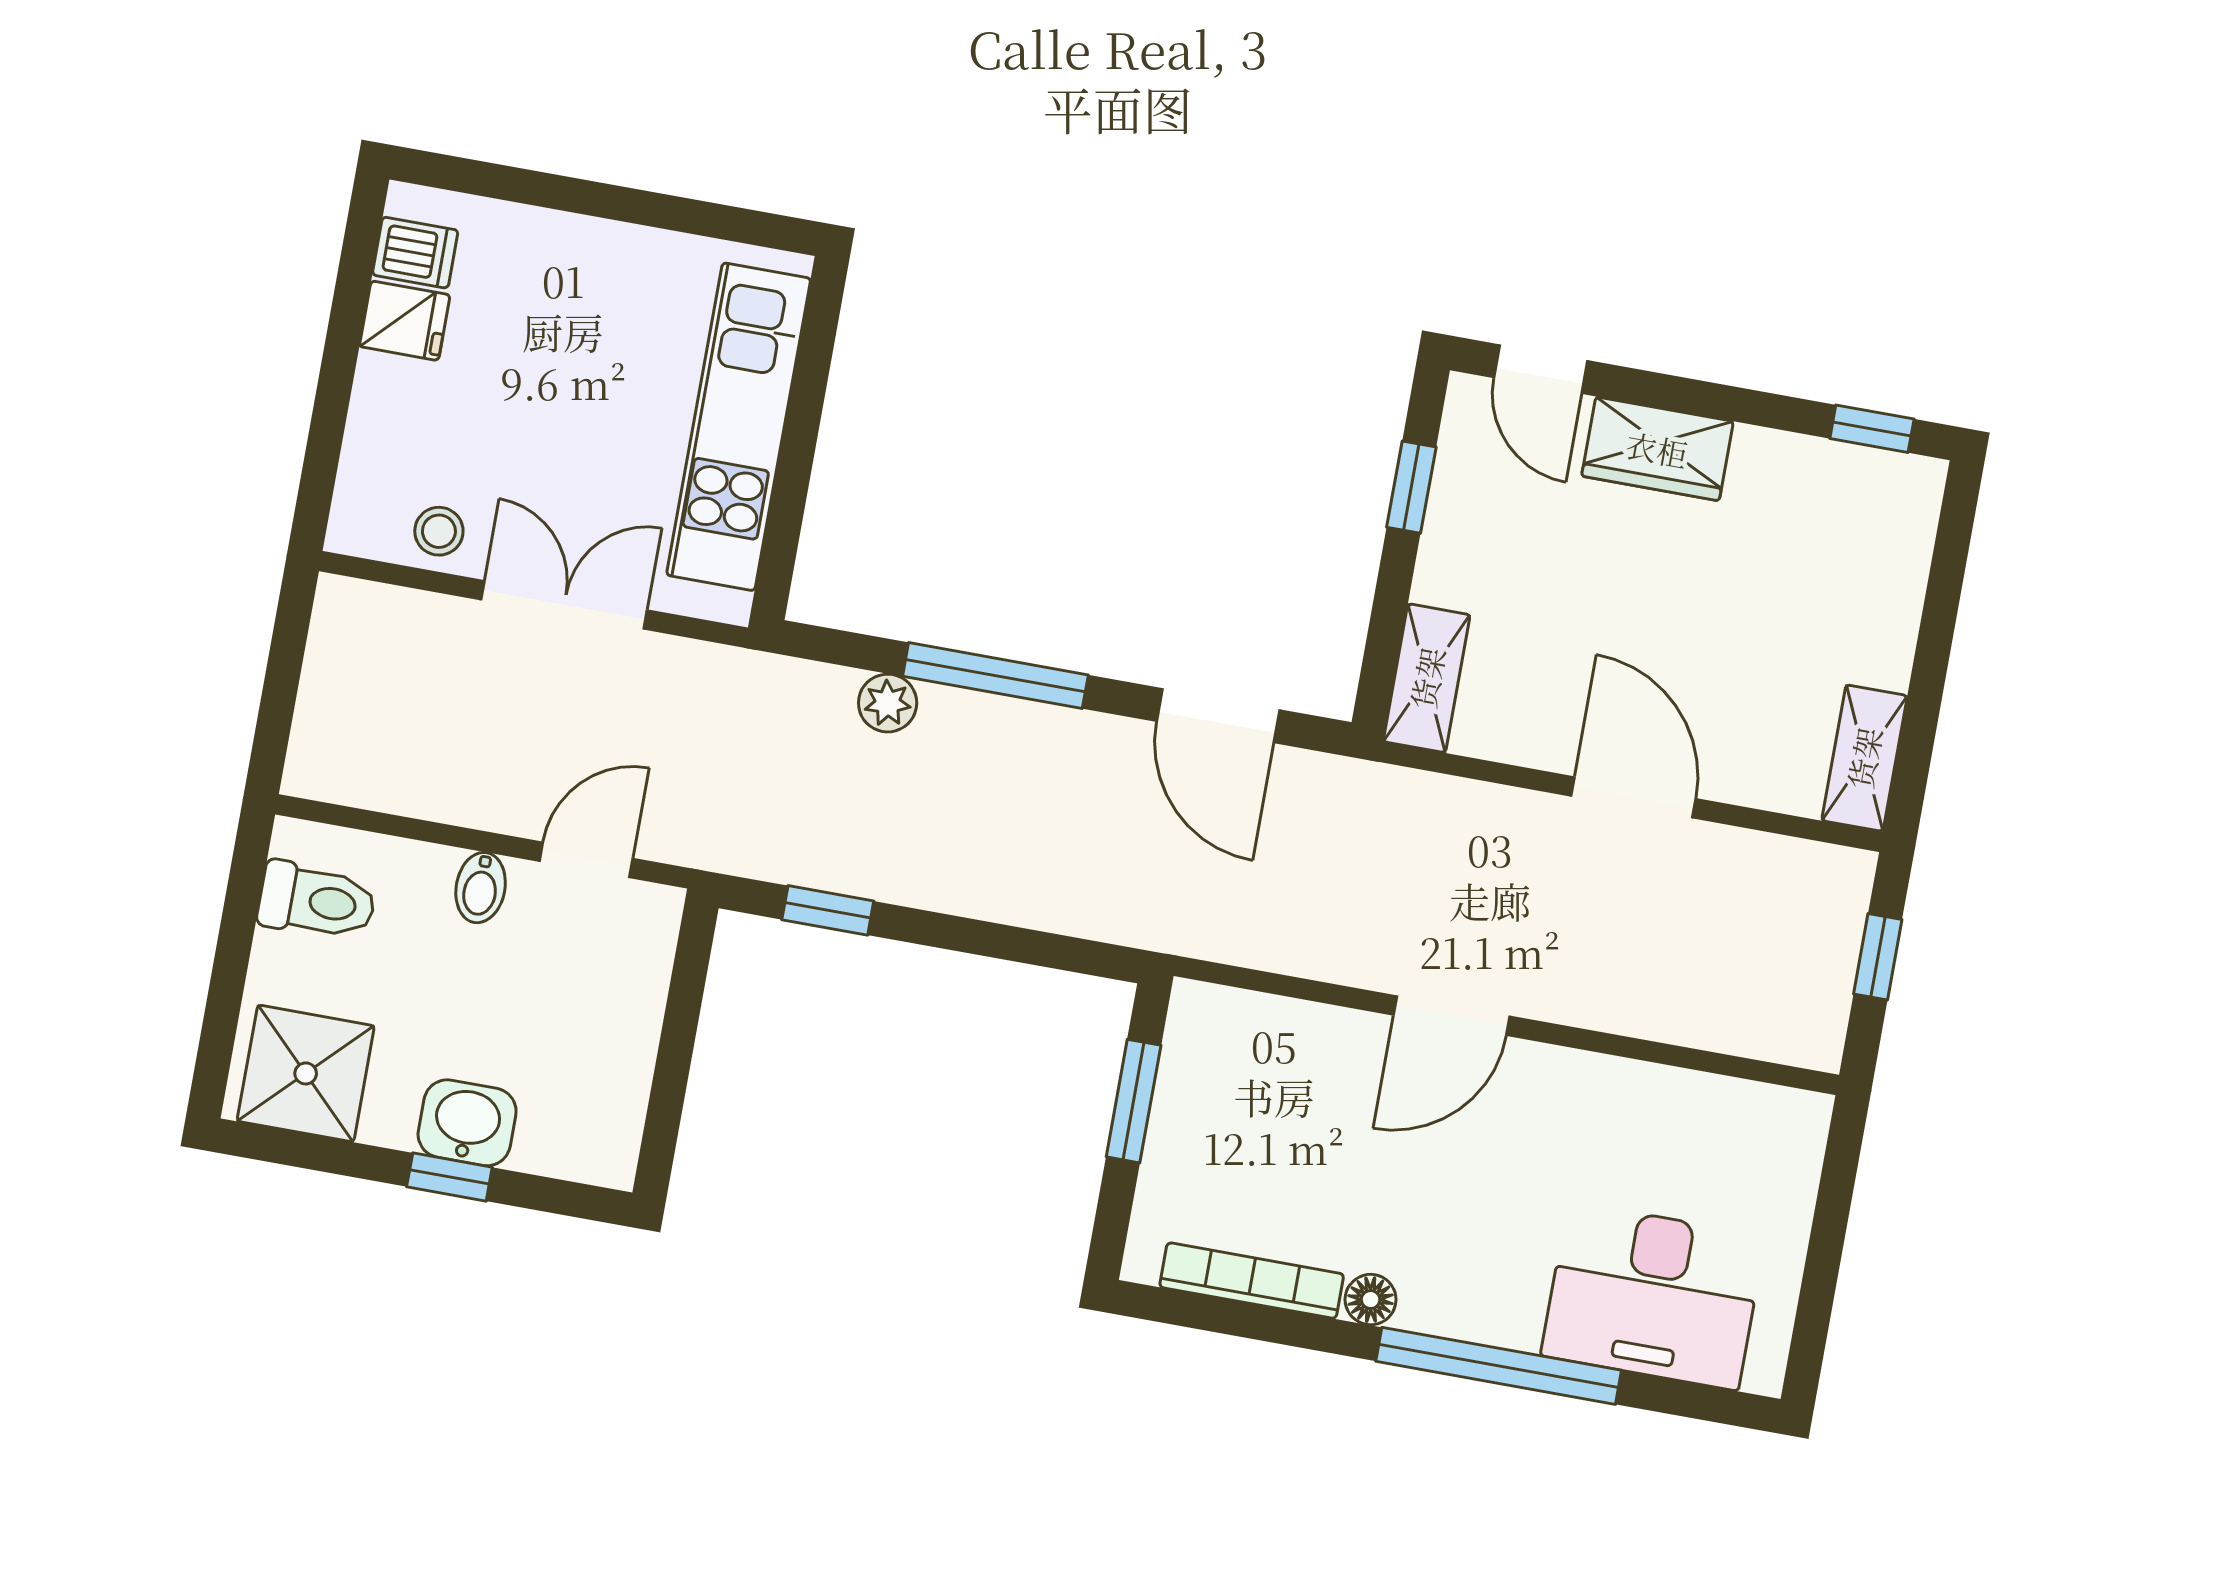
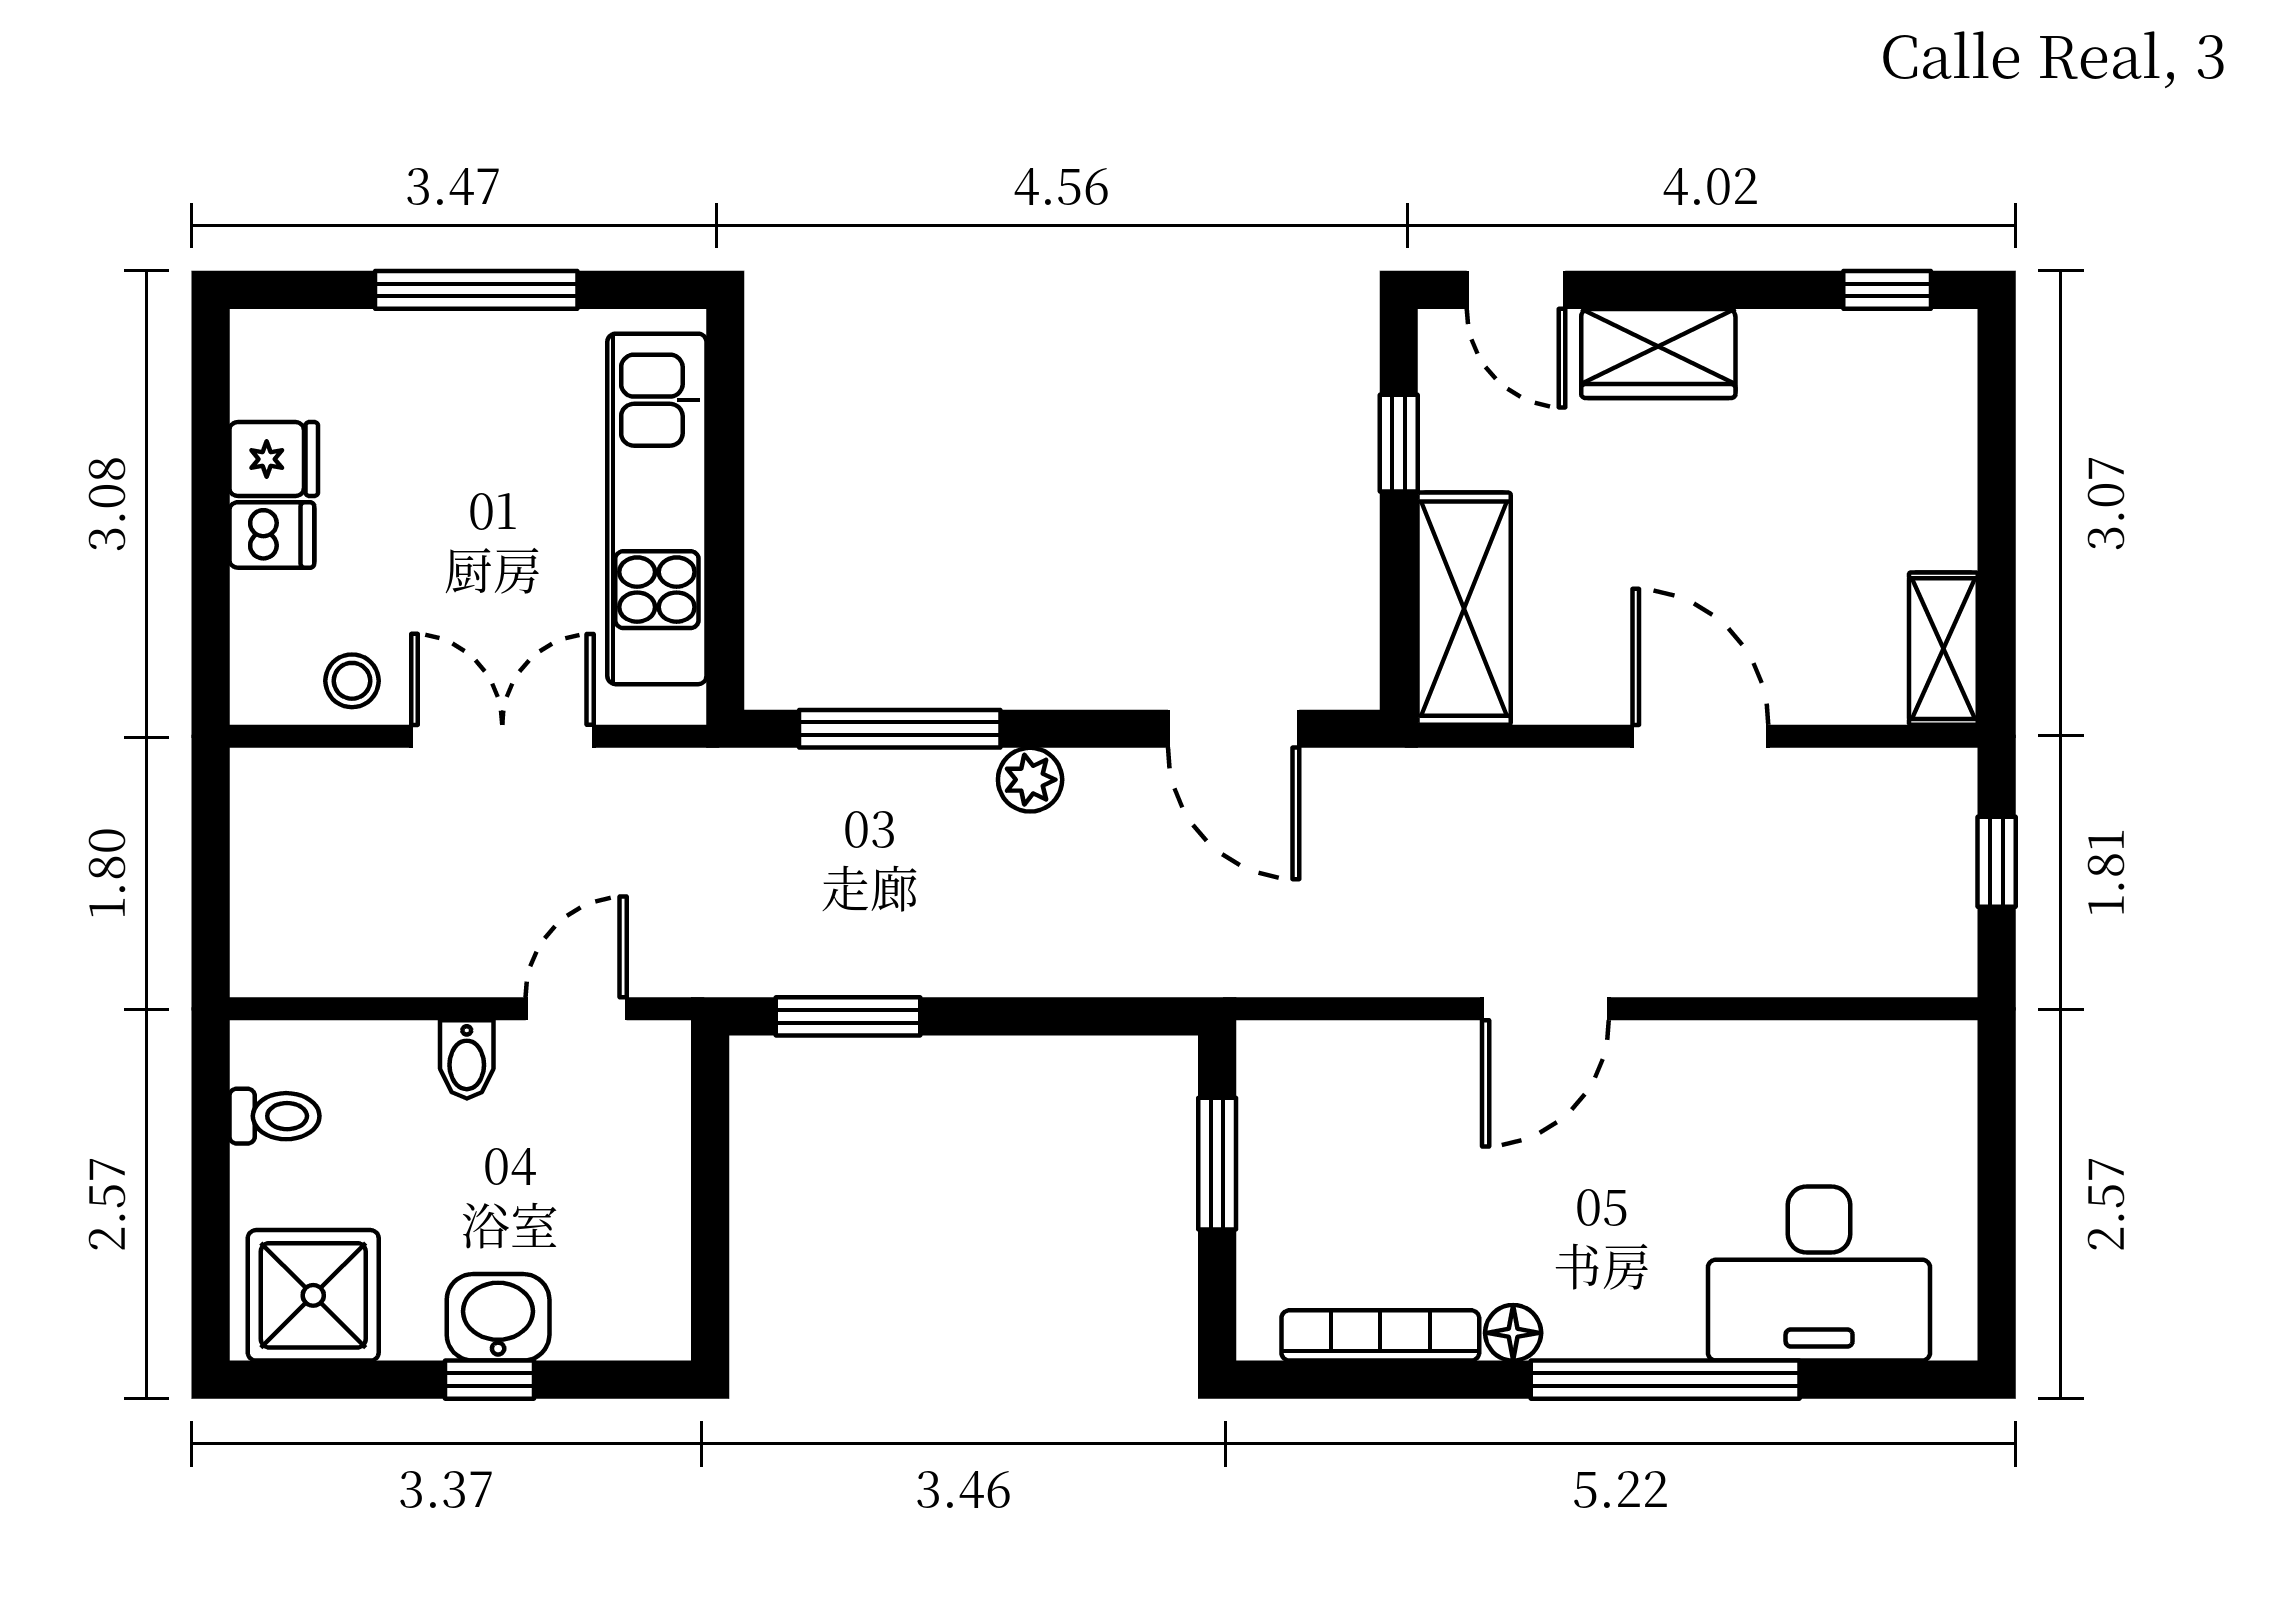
window: (613, 202) -> (476, 290), added
dishwasher: (415, 253) -> (272, 535), moved
window: (995, 676) -> (900, 729), moved
shelving: (1427, 678) -> (1464, 609), width x1.50, depth x1.33
plant: (888, 703) -> (1030, 780), moved
toilet: (317, 901) -> (274, 1116), width x0.73, depth x0.72
window: (828, 910) -> (848, 1016), width x1.50

